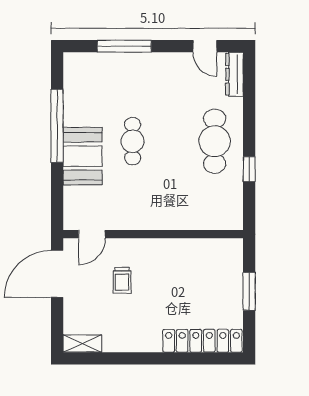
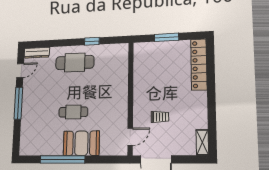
window: (124, 46) -> (18, 103), moved
door: (92, 234) -> (130, 137), hinge flipped

